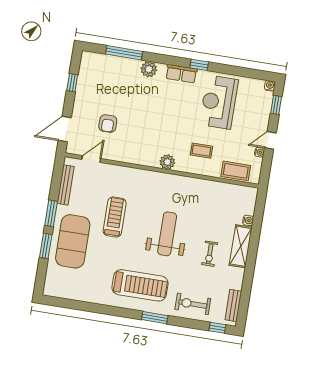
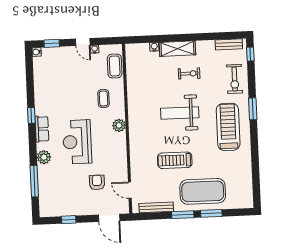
reception desk: (219, 102) -> (77, 142), moved, turned 90
armchair: (108, 123) -> (97, 182), turned -90

